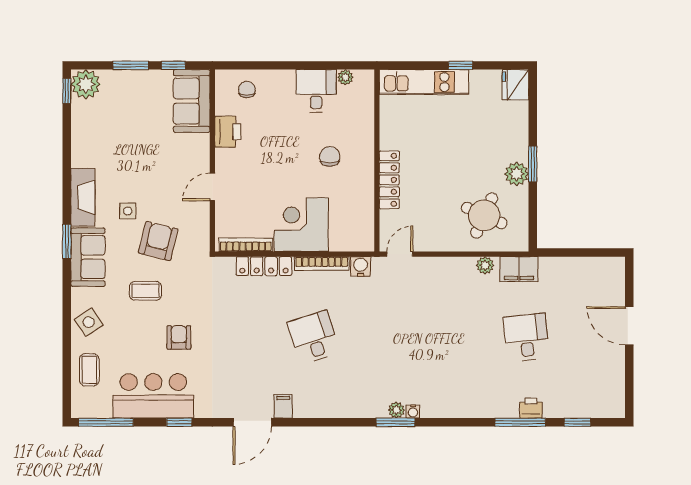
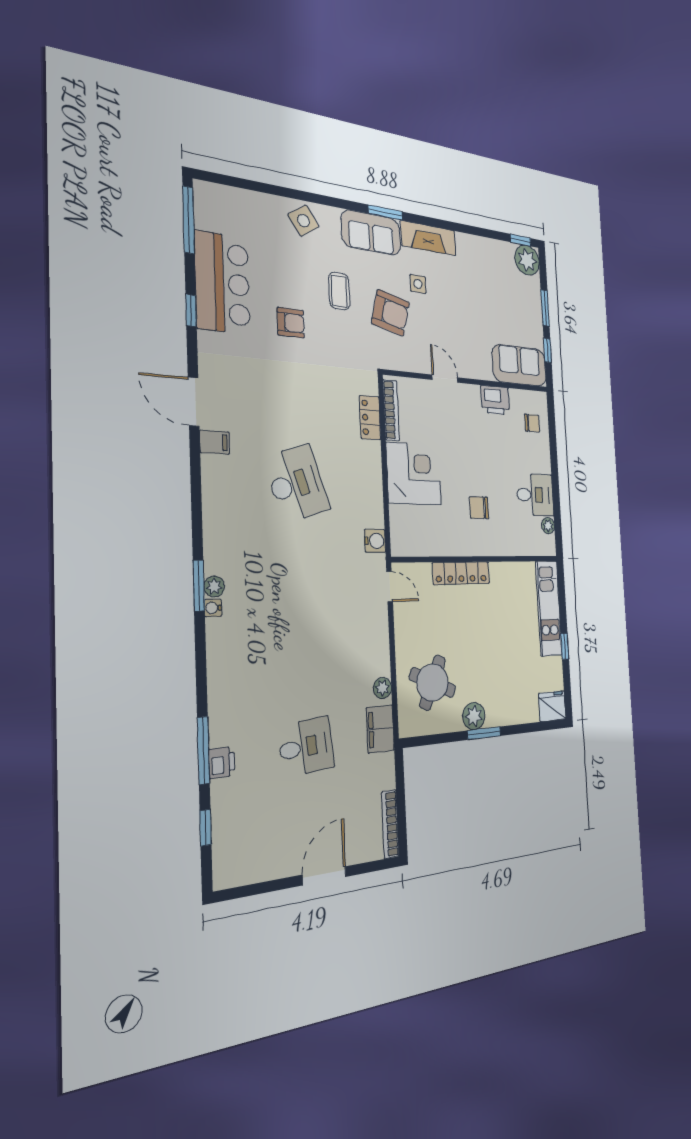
chair: (330, 157) -> (479, 508), turned 180
bookcase: (322, 264) -> (390, 824), moved
locker: (264, 266) -> (370, 418), width x0.66
desk: (314, 337) -> (297, 484), width x1.37
coffee table: (89, 370) -> (250, 211), removed

